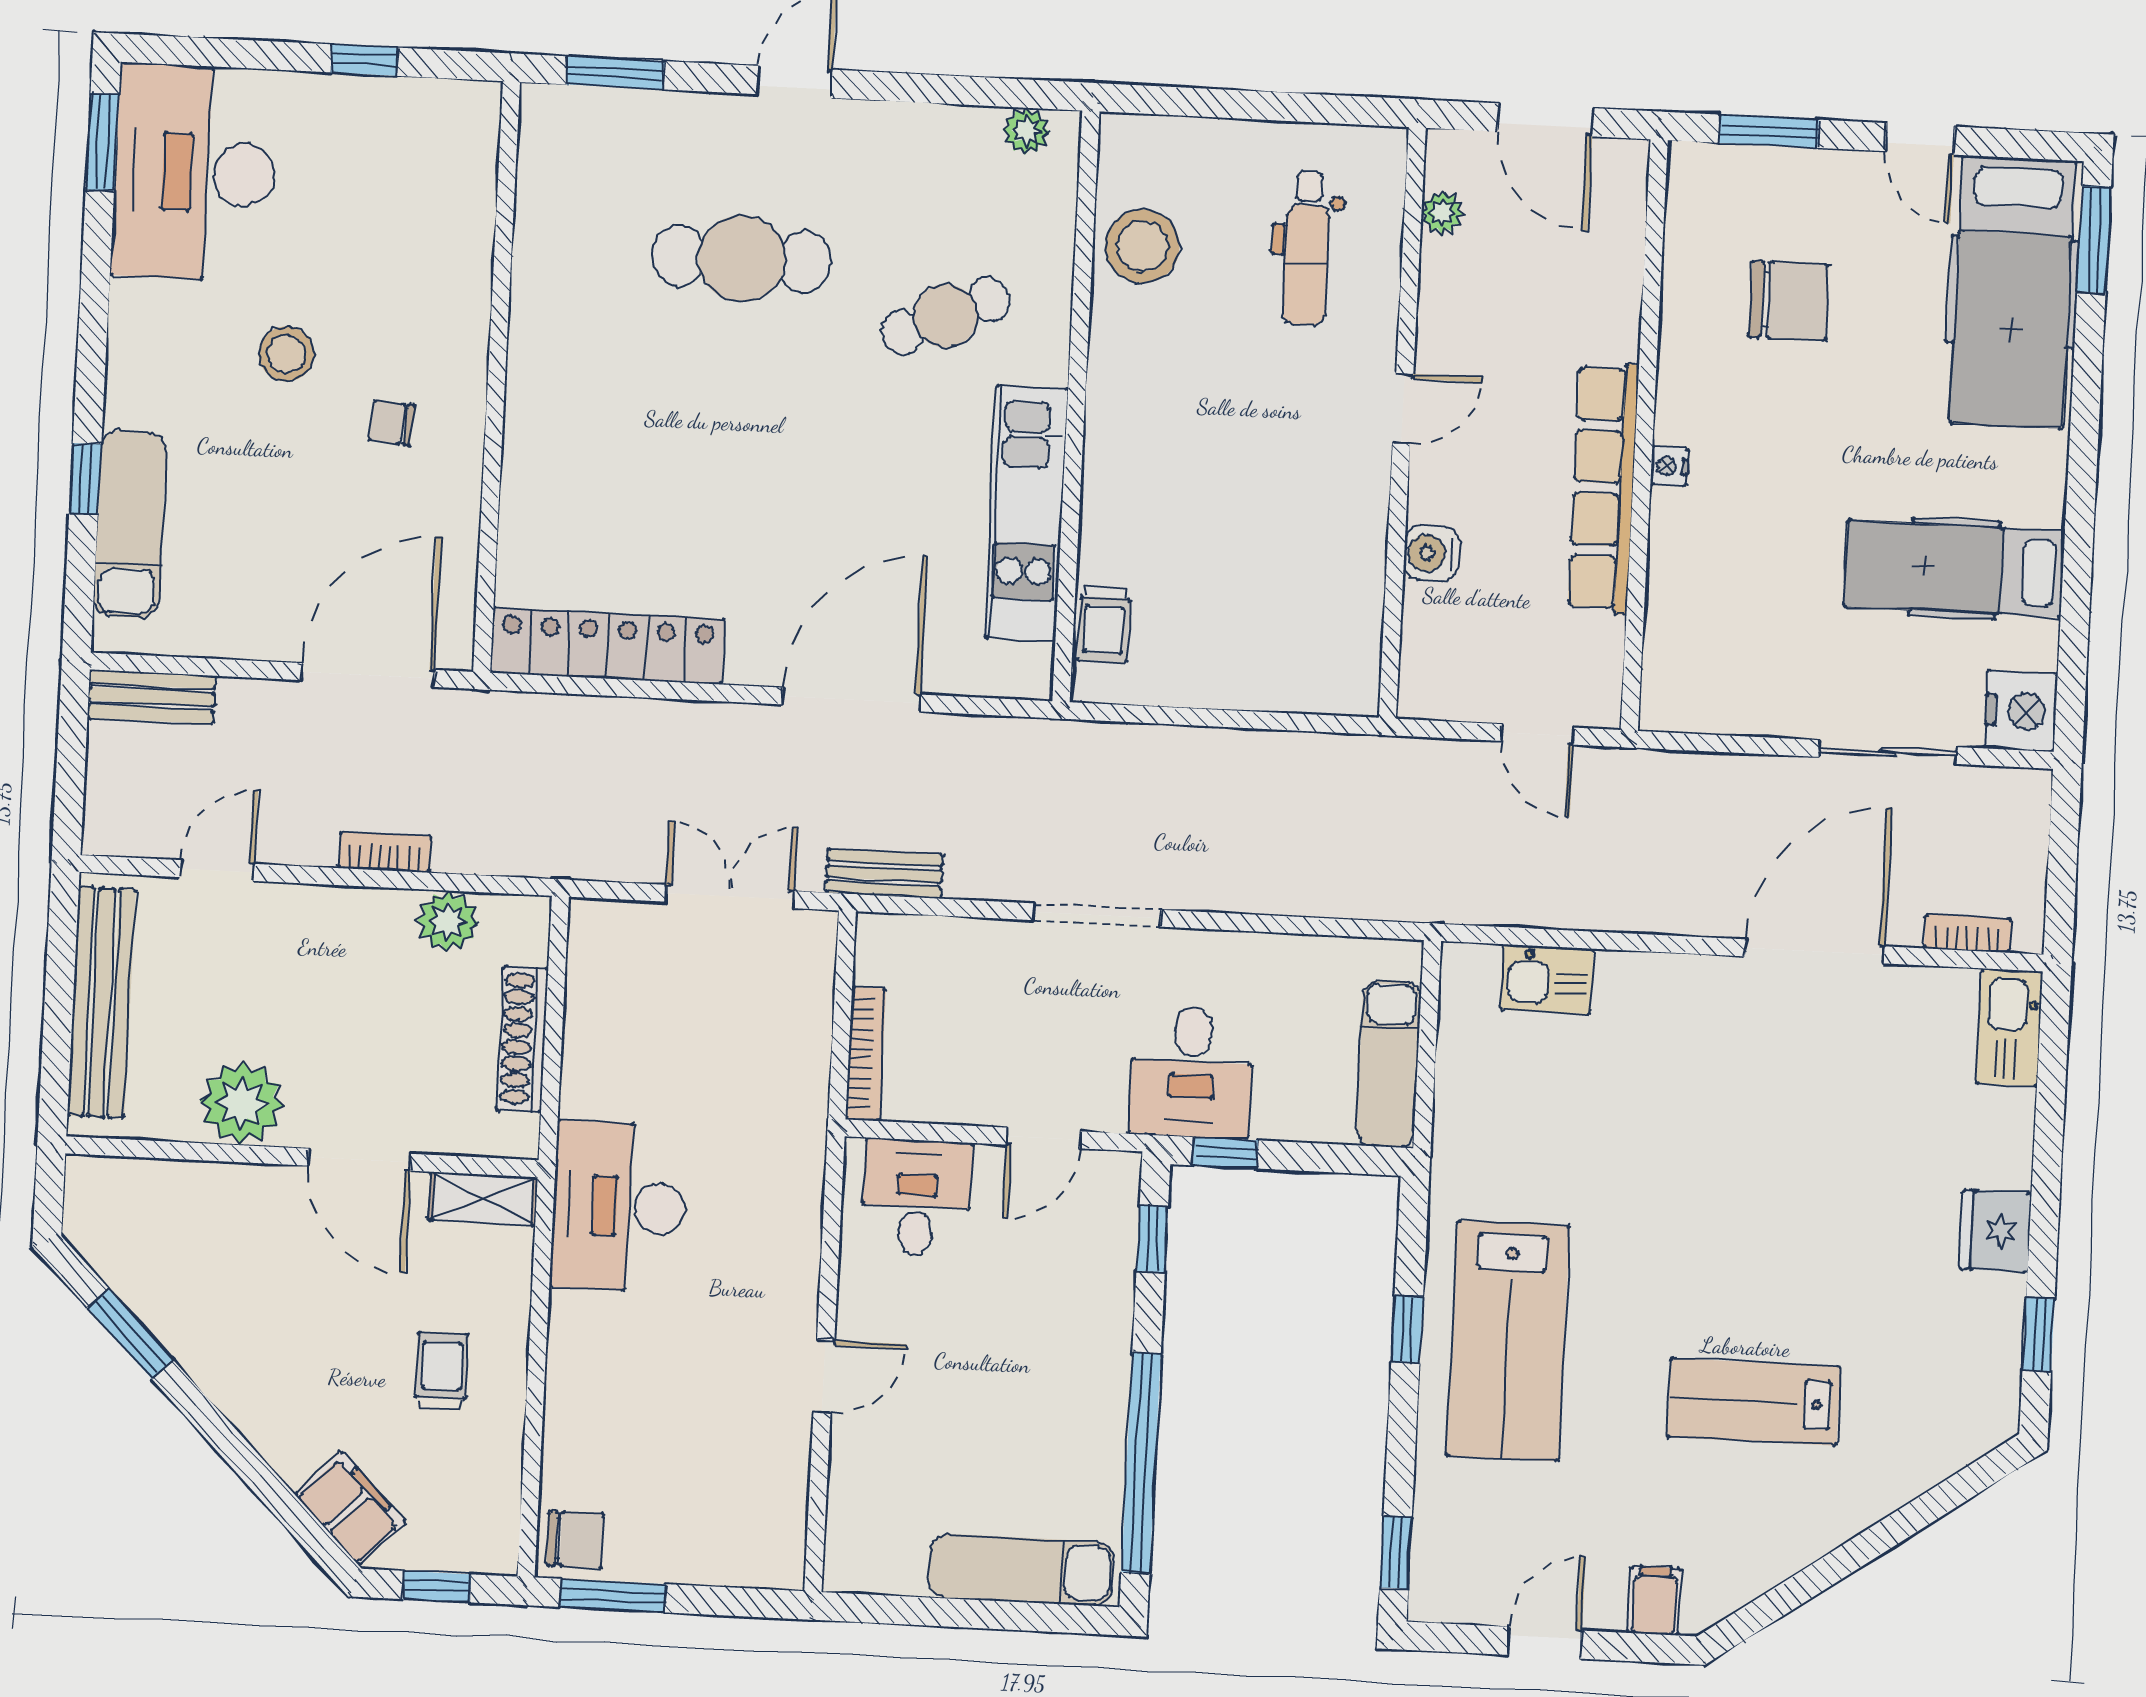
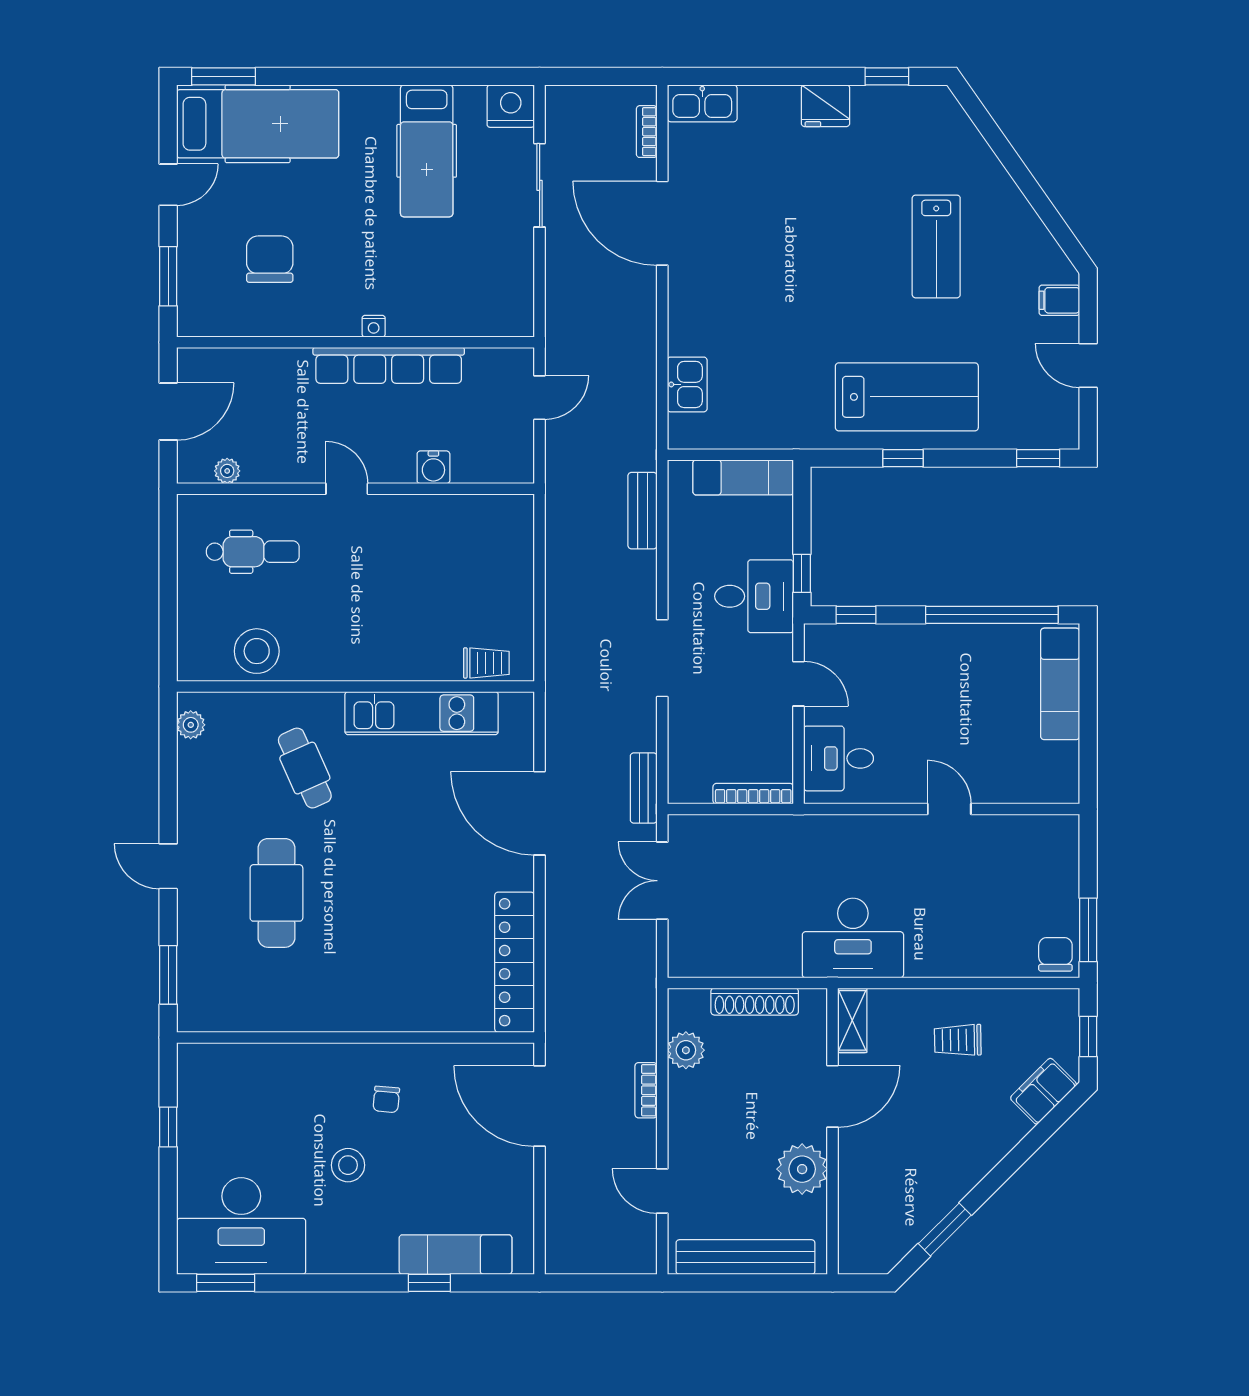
bench: (152, 697) -> (642, 511), moved

